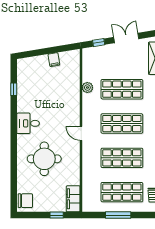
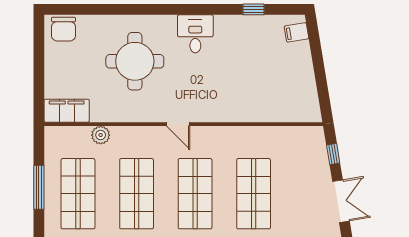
filing cabinet: (54, 60) -> (297, 32), moved
plant: (87, 88) -> (101, 135), moved
door: (81, 133) -> (178, 124), swing flipped
window: (57, 215) -> (39, 83), removed

